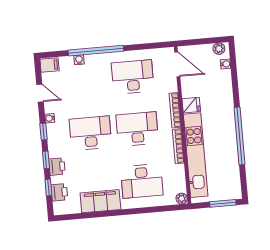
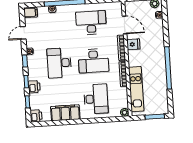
door: (177, 64) -> (125, 25), moved
door: (40, 93) -> (23, 33), swing flipped
desk: (137, 129) -> (93, 61), turned 180
desk: (90, 133) -> (59, 63), turned -90
kitchen unit: (196, 155) -> (136, 89), width x0.73
desk: (142, 181) -> (96, 99), turned -90
printer: (59, 192) -> (36, 116), moved

